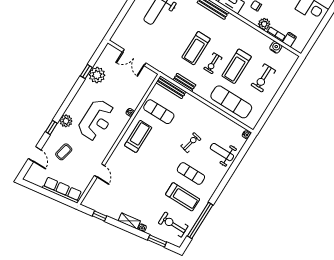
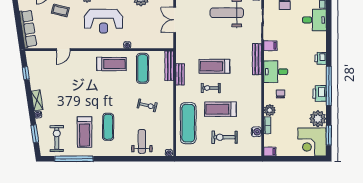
filing cabinet: (289, 40) -> (270, 152), moved
exercise bike: (191, 143) -> (147, 105), moved

